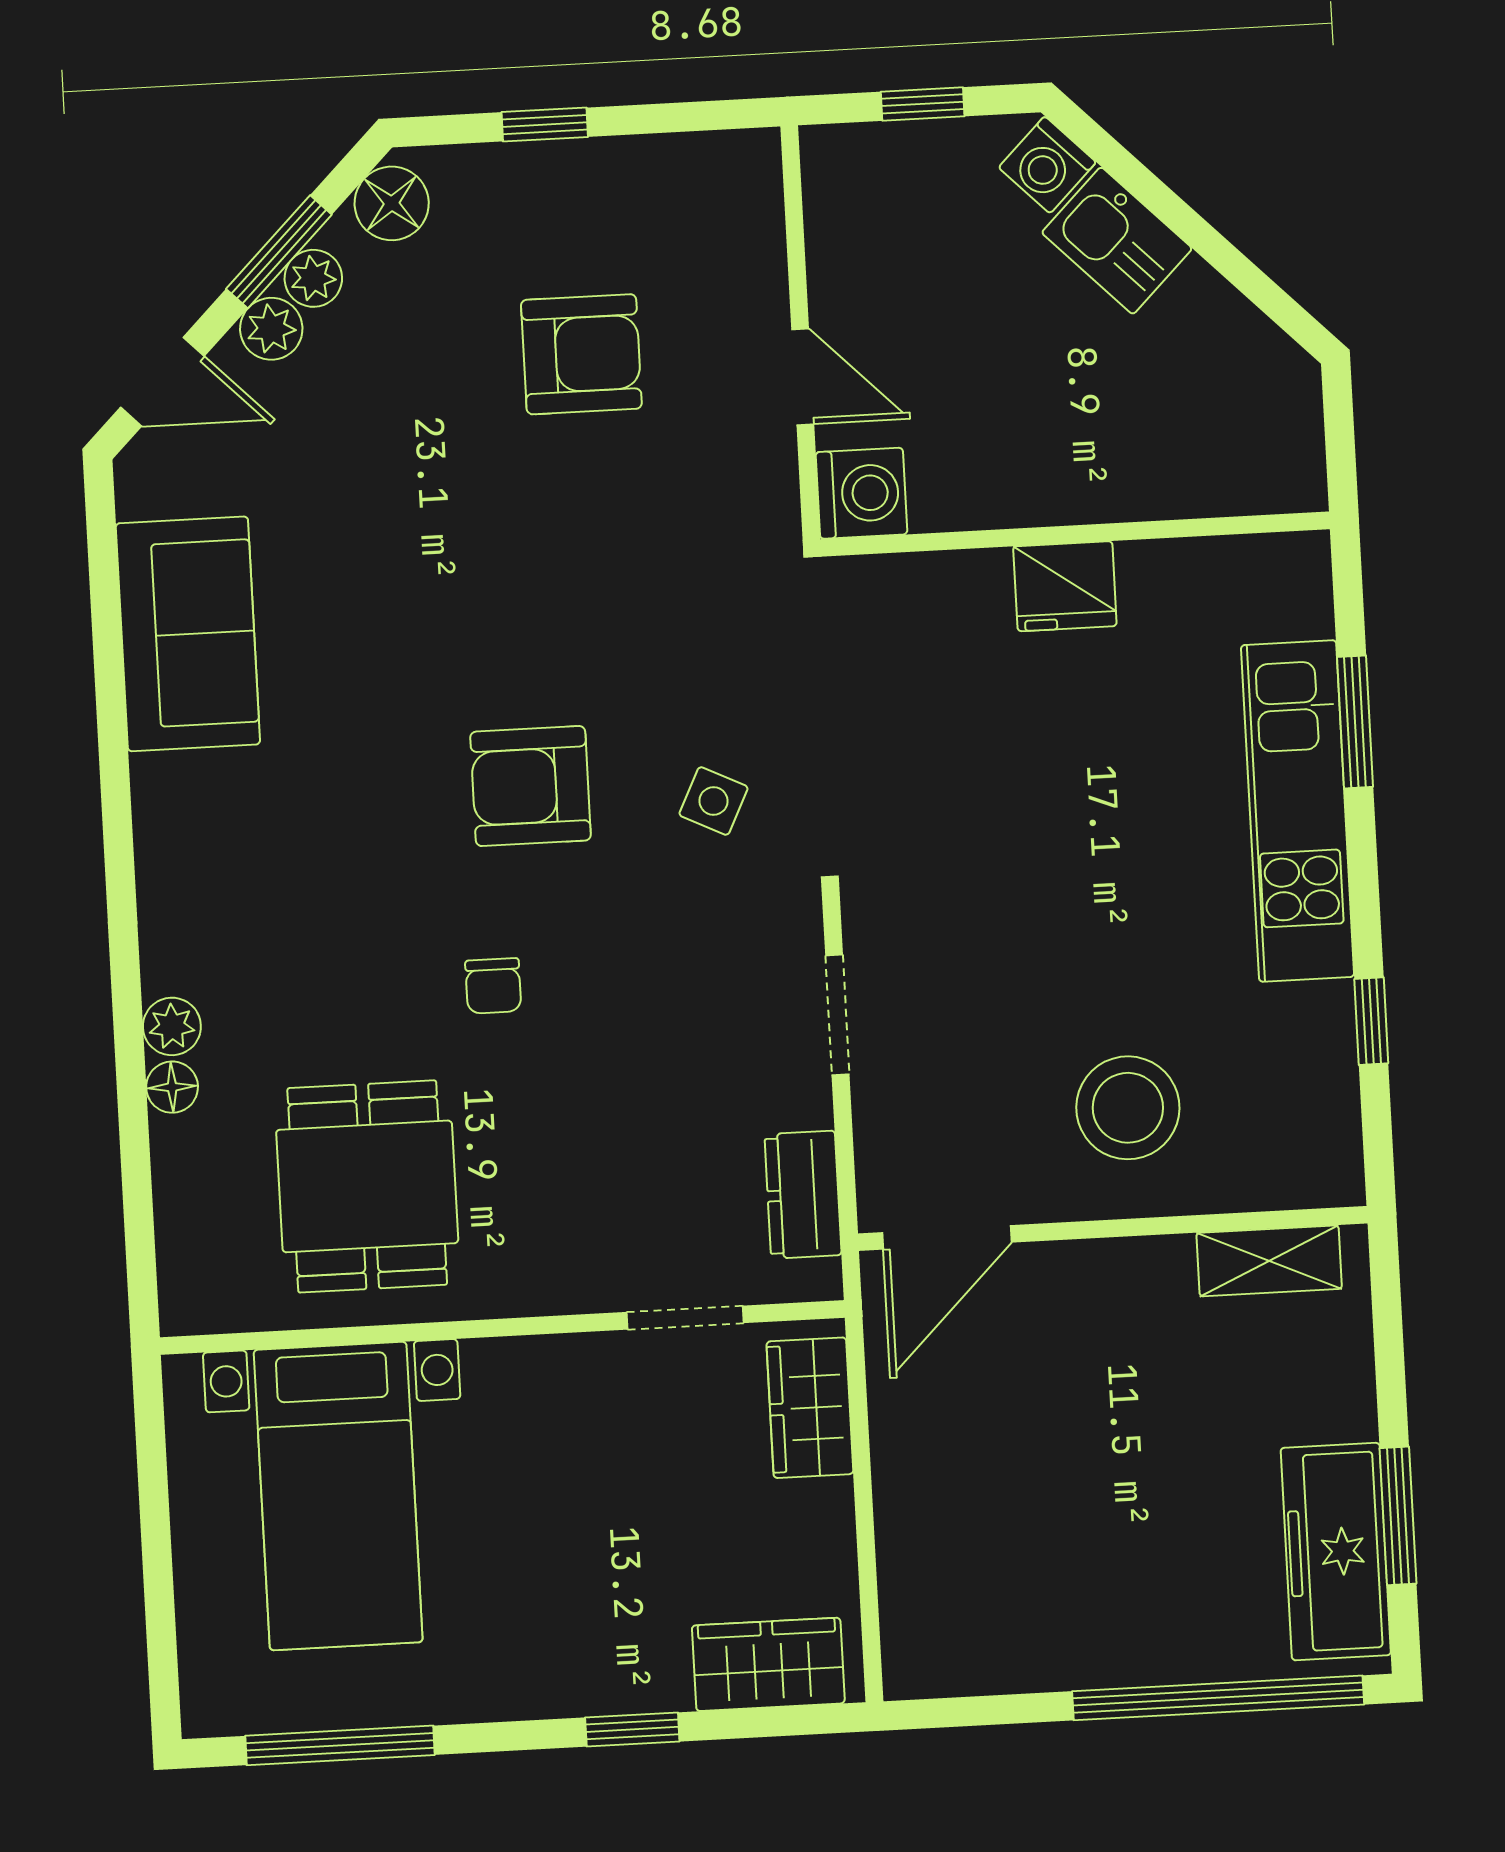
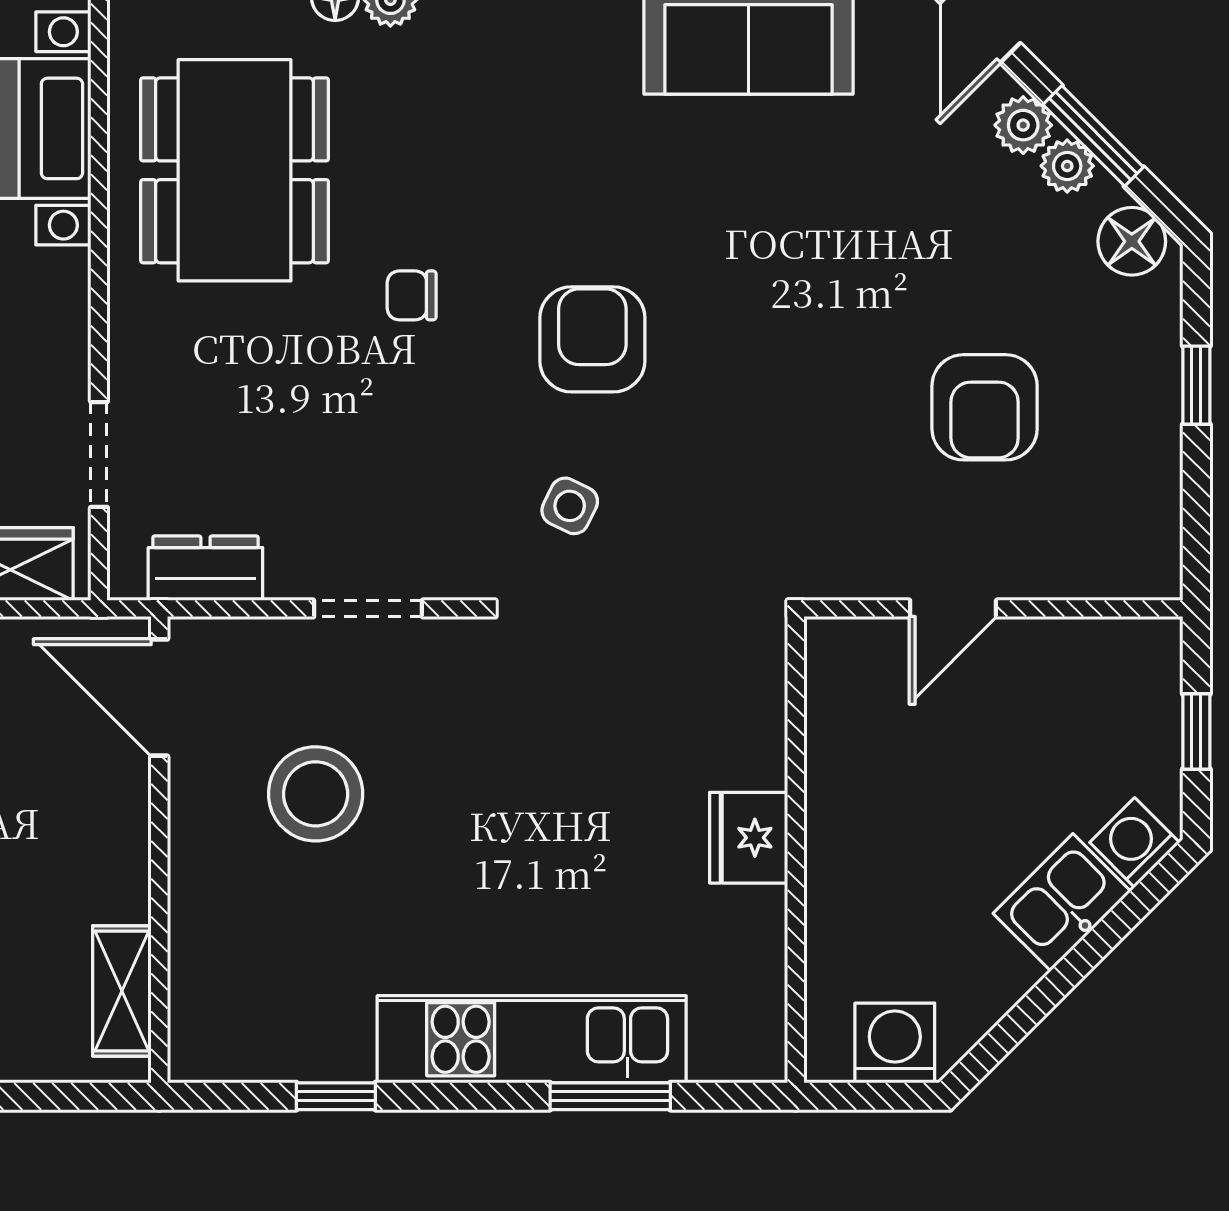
washing machine: (861, 493) -> (895, 1043), moved, turned 180
stool: (1128, 1108) -> (316, 794), moved
dining table: (367, 1186) -> (235, 170), width x1.38

